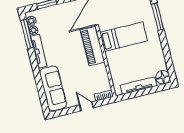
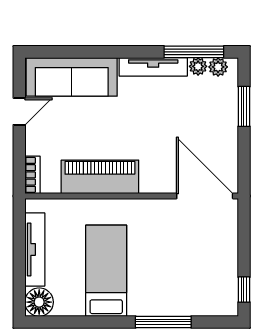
bed: (124, 37) -> (106, 271), moved, turned 180
piano: (92, 46) -> (100, 177), moved
door: (86, 106) -> (19, 111), moved

